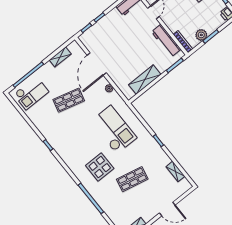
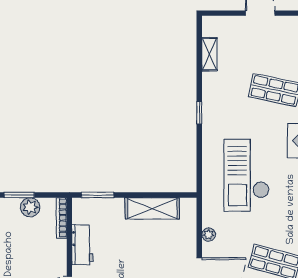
workbench: (166, 41) -> (82, 245), width x0.73

